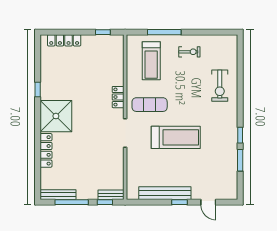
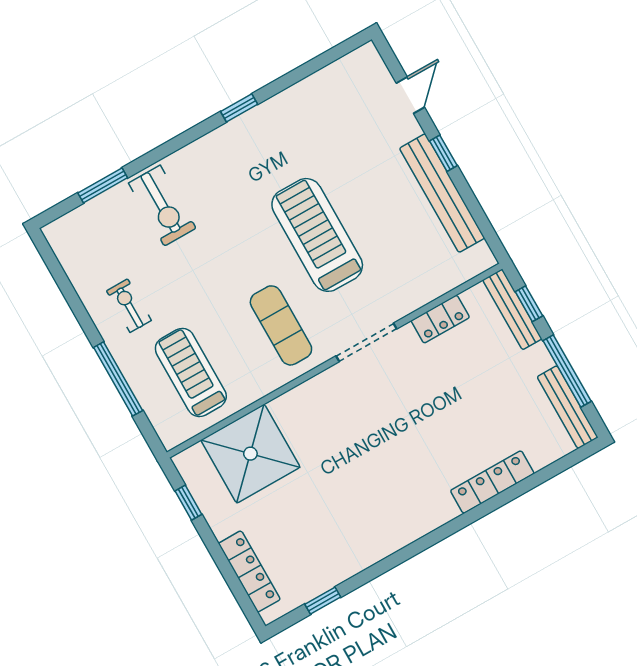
treadmill: (151, 61) -> (191, 372), turned -90
exercise bike: (220, 86) -> (162, 206), turned 90
window: (38, 89) -> (323, 601), moved
locker: (118, 97) -> (440, 319), moved
shower: (56, 116) -> (250, 454), moved
window: (240, 160) -> (103, 185), moved
bench: (111, 195) -> (512, 309), width x1.36

